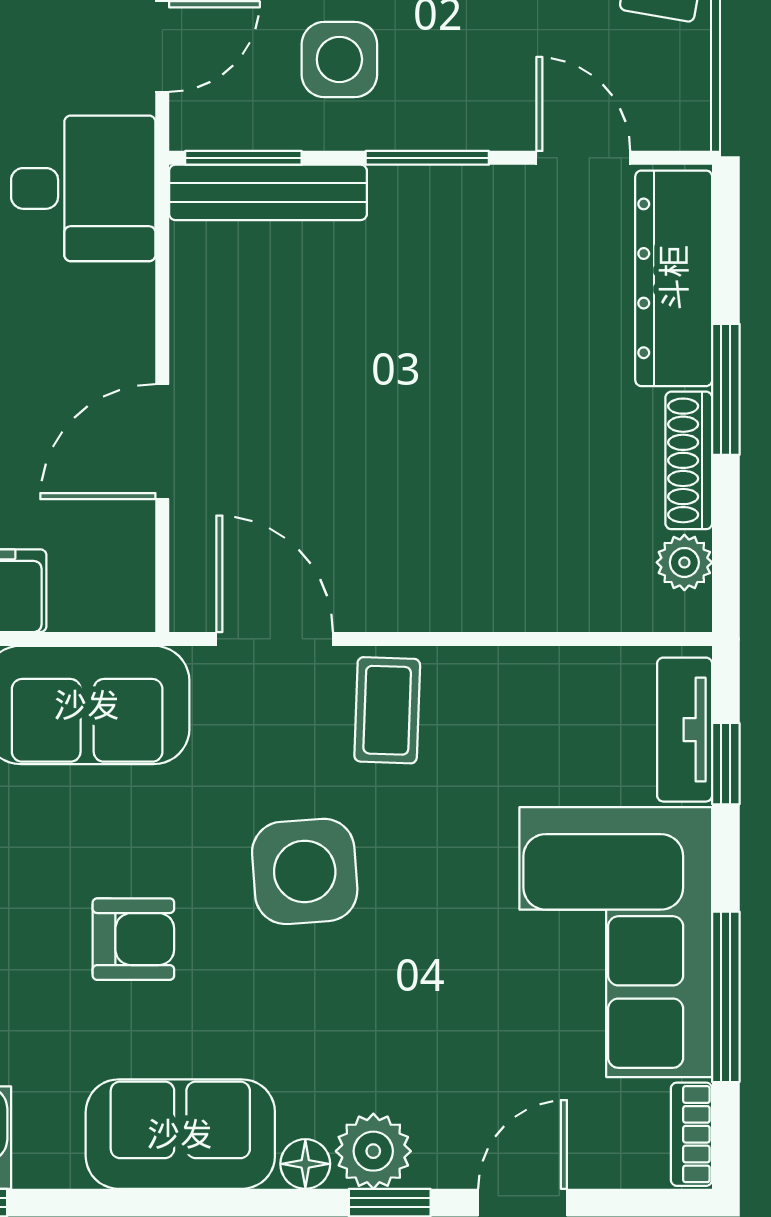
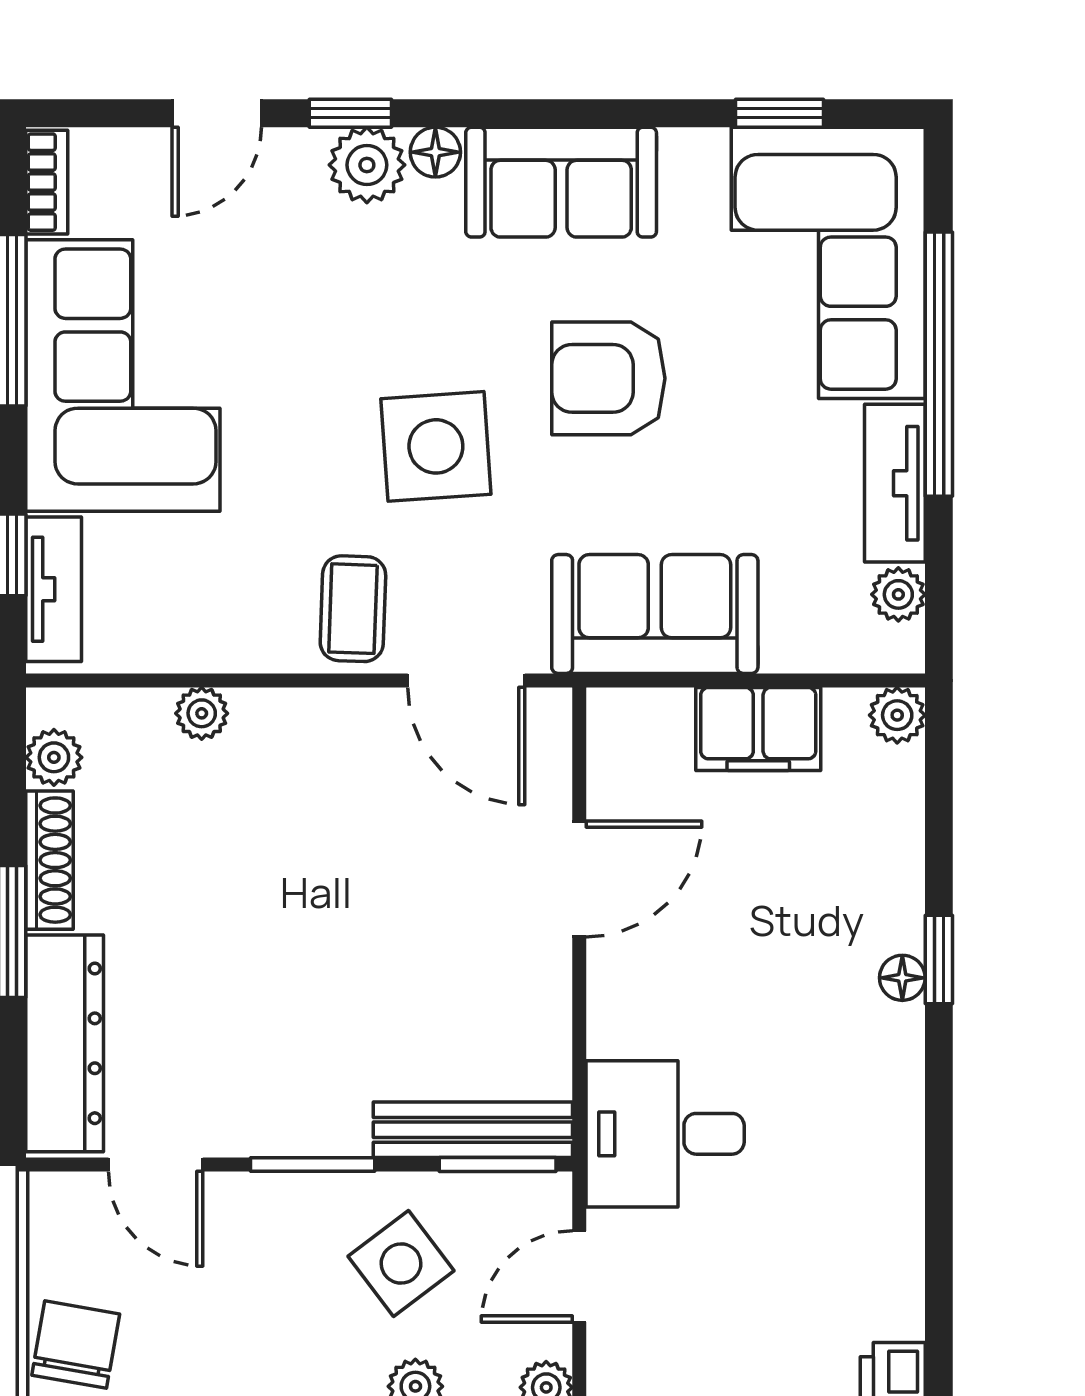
side table: (339, 59) -> (401, 1264), turned -37
plant: (537, 606) -> (202, 713), added
armchair: (133, 939) -> (608, 378), width x1.38, depth x1.38

